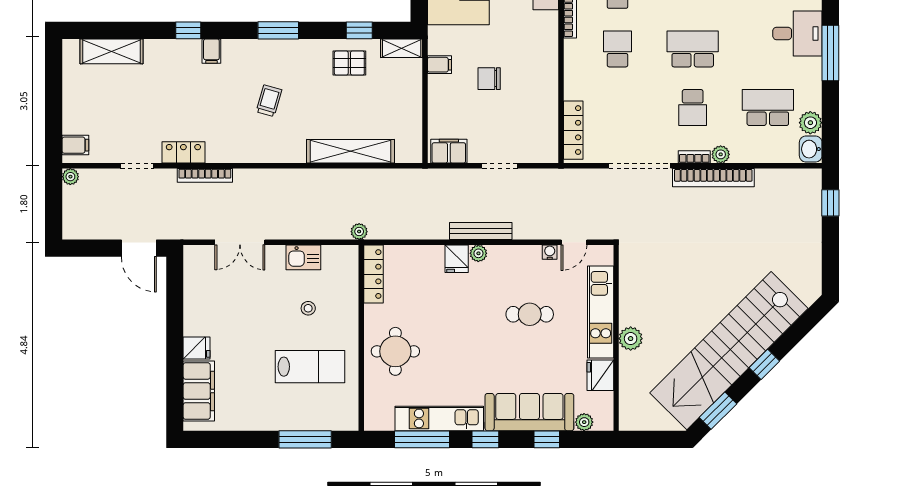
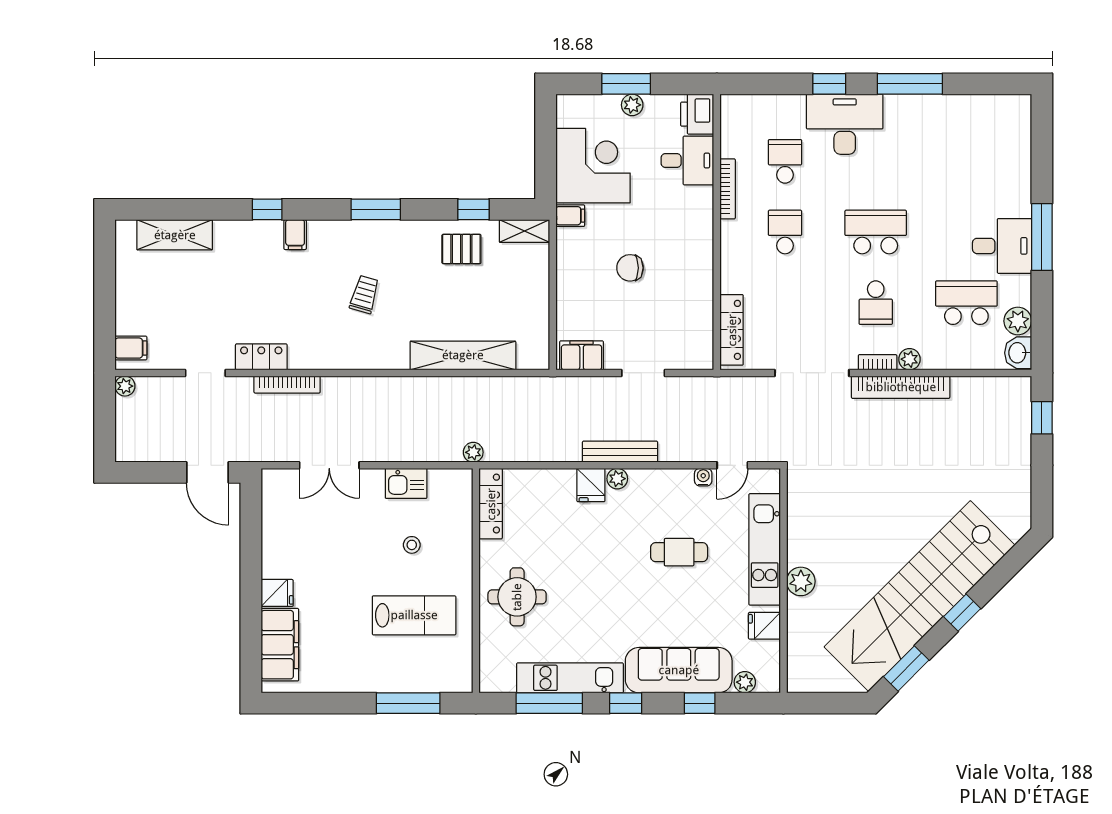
desk: (797, 33) -> (1002, 246), moved
filing cabinet: (439, 65) -> (570, 216), moved
fridge: (600, 375) -> (764, 626), width x0.72

